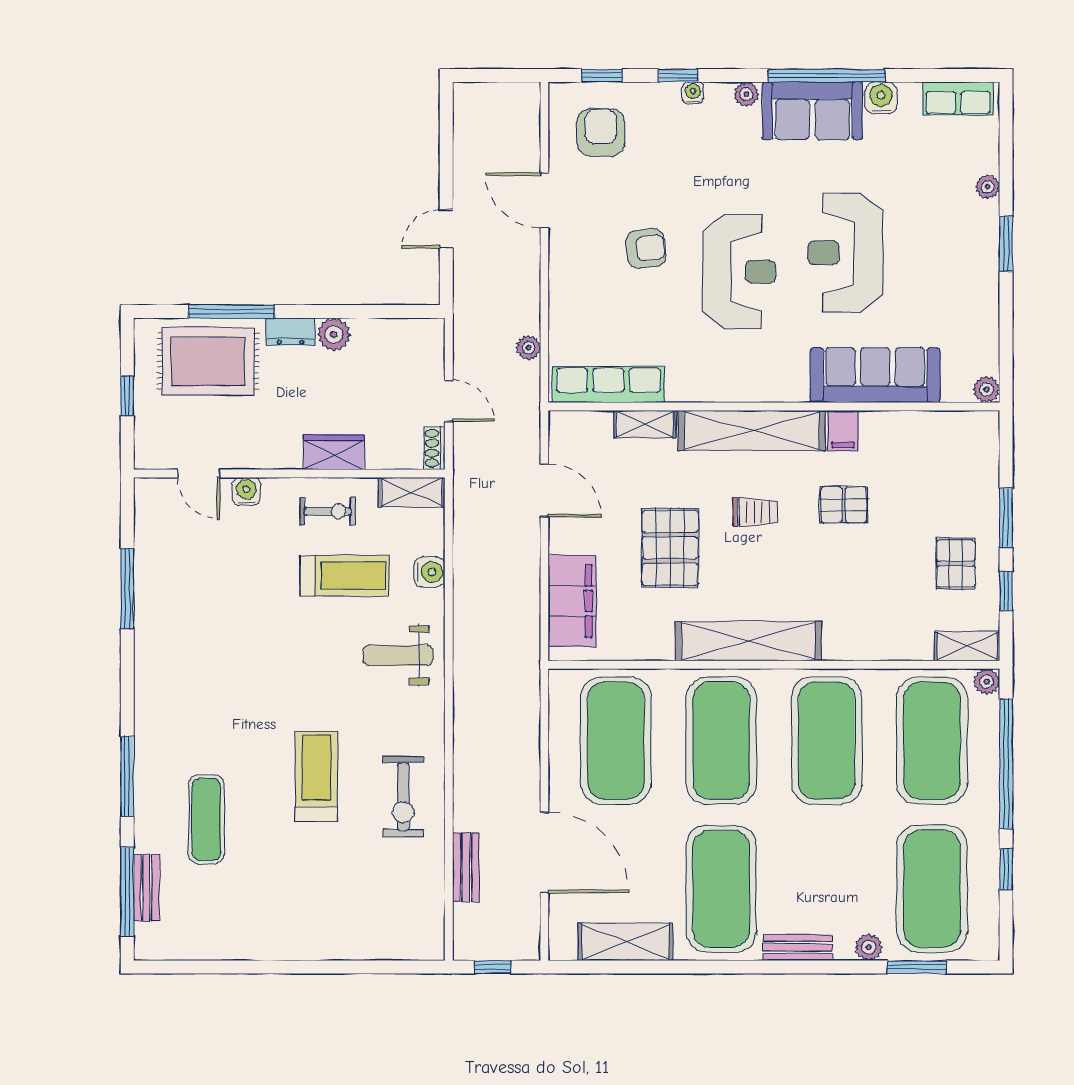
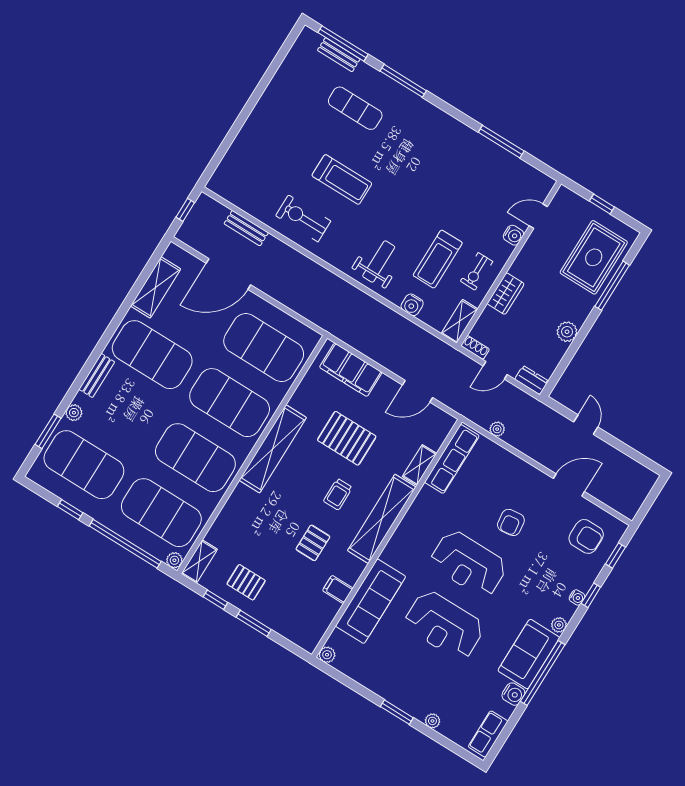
reception desk: (845, 253) -> (444, 625), turned 180
dresser: (290, 331) -> (532, 380), moved, turned 90
filing cabinet: (843, 431) -> (338, 589), moved

